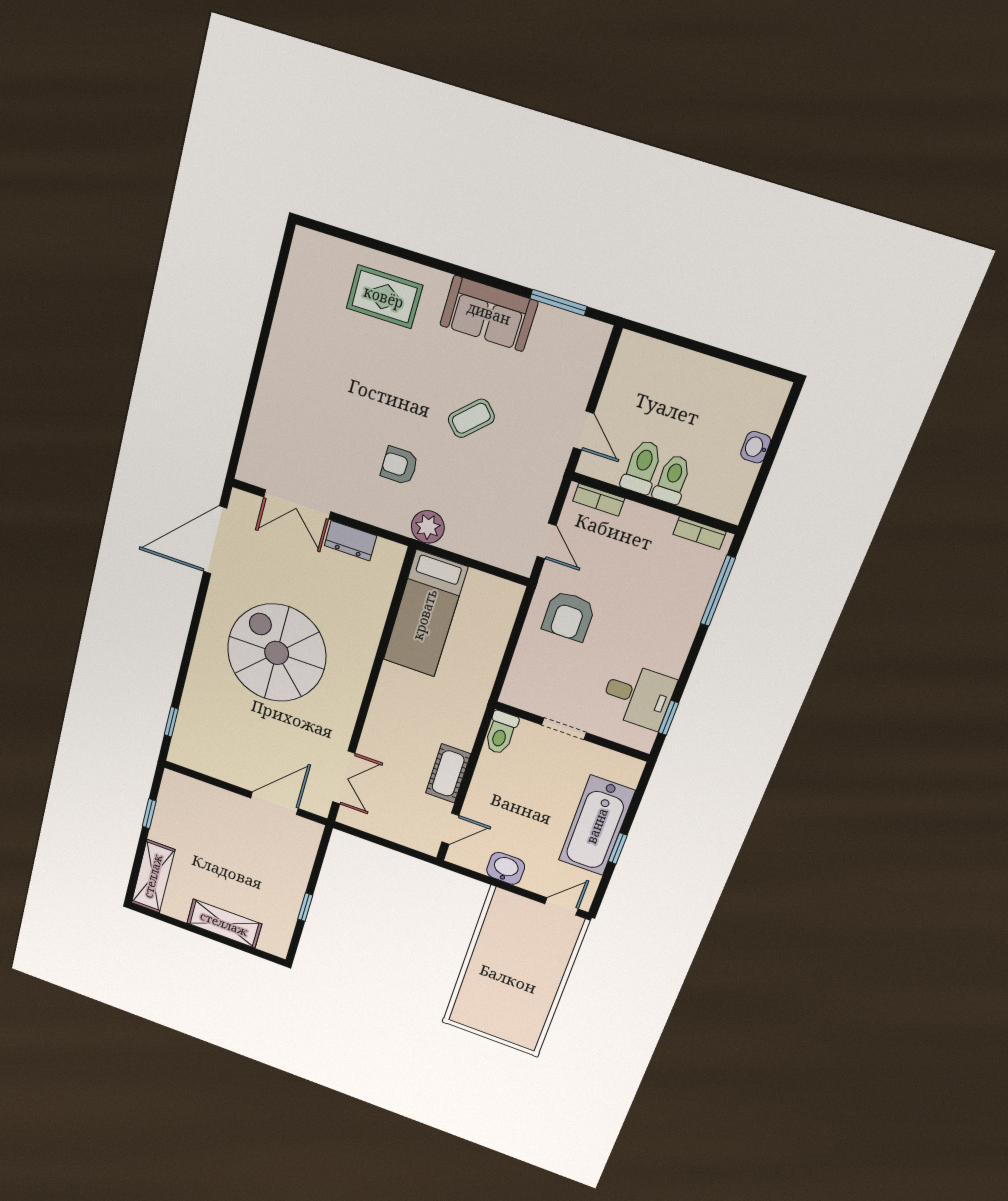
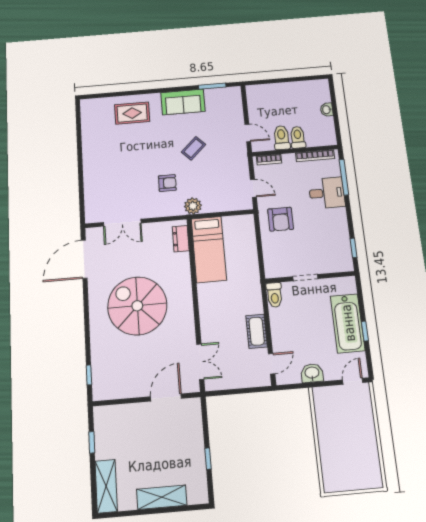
armchair: (399, 465) -> (167, 183), turned 180
bookcase: (699, 533) -> (315, 156), width x1.56
dresser: (350, 541) -> (181, 239), moved, turned 90
desk: (638, 696) -> (327, 193), moved

